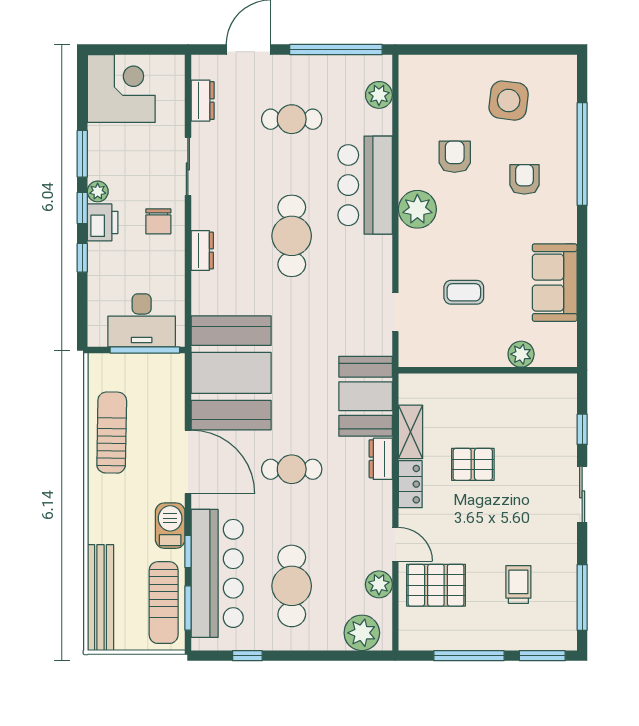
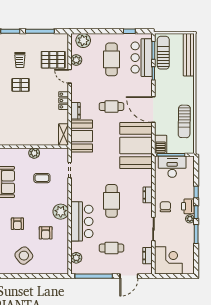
corner desk: (121, 88) -> (168, 260), moved, turned 180
side table: (509, 101) -> (24, 256), turned 45
plant: (521, 354) -> (34, 153), moved
shelving: (410, 432) -> (63, 135), moved
pallet: (473, 464) -> (21, 85), moved
barbecue: (170, 526) -> (161, 144), moved
bar counter: (217, 573) -> (142, 58), width x0.73

